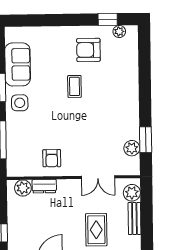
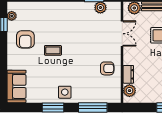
sofa: (18, 64) -> (17, 86), moved, turned 90

